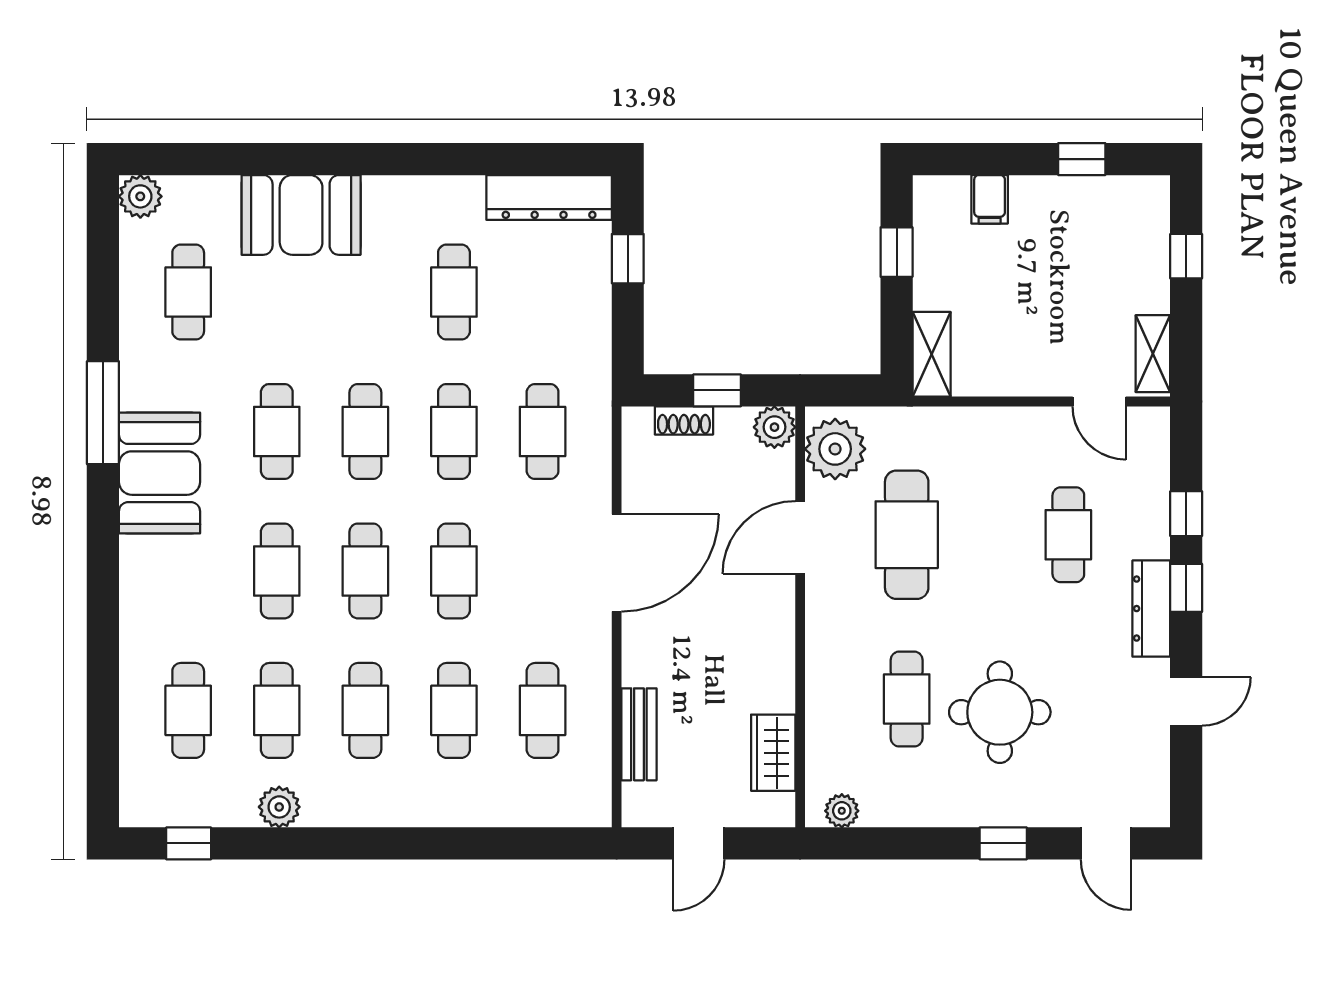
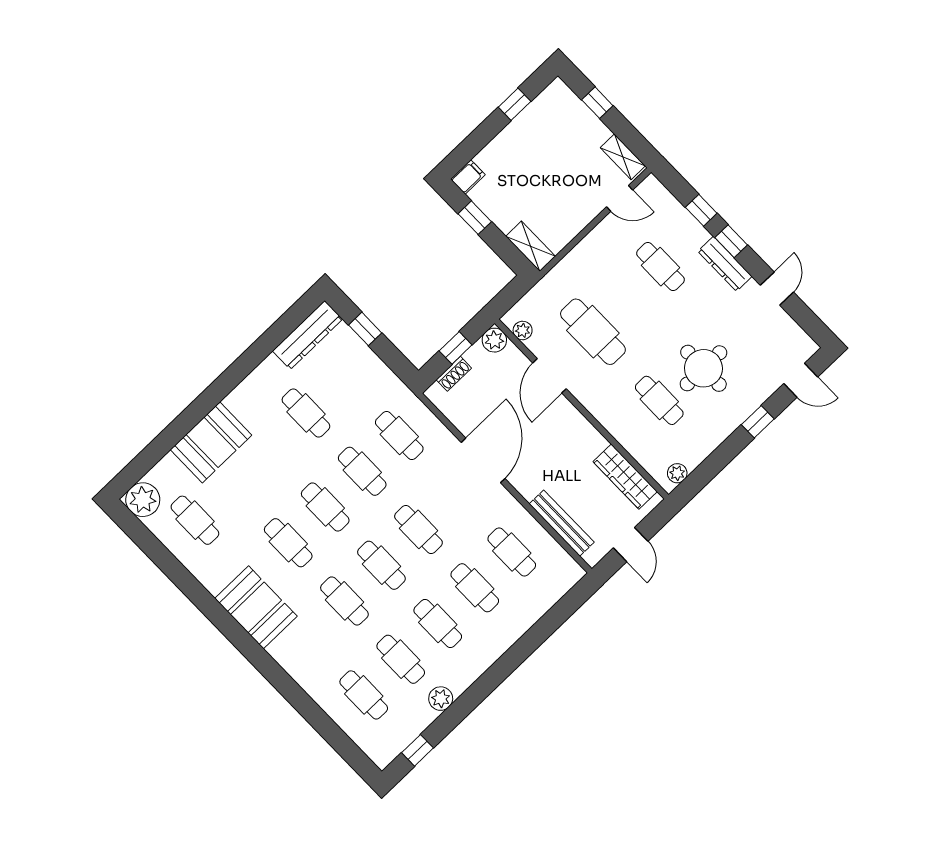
plant: (140, 196) -> (143, 500), width x1.36, depth x1.36
filing cabinet: (990, 199) -> (468, 177), moved, turned -90
window: (103, 413) -> (208, 605), removed
plant: (835, 449) -> (523, 330), width x0.53, depth x0.53
bench: (639, 734) -> (562, 523), width x1.36
wardrobe: (773, 753) -> (625, 477), width x1.50

